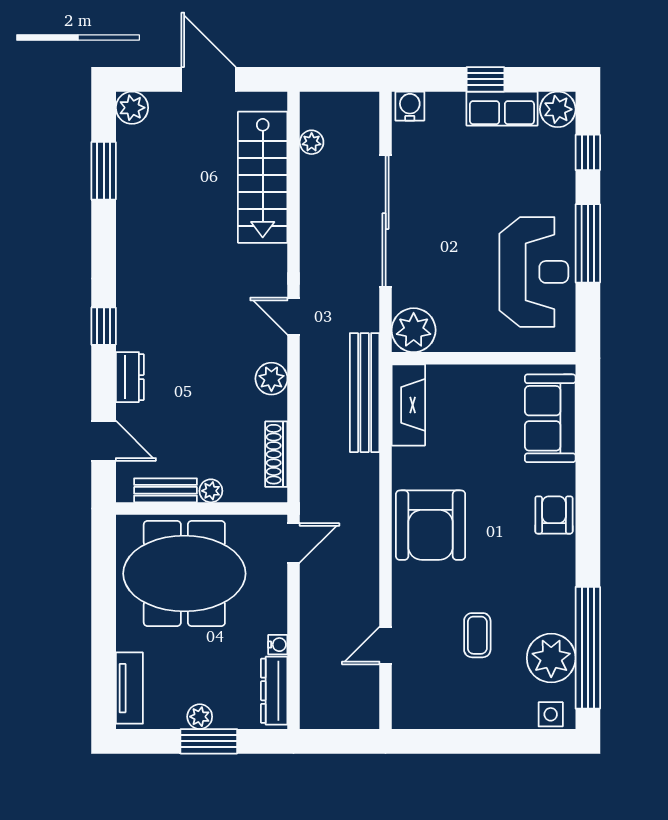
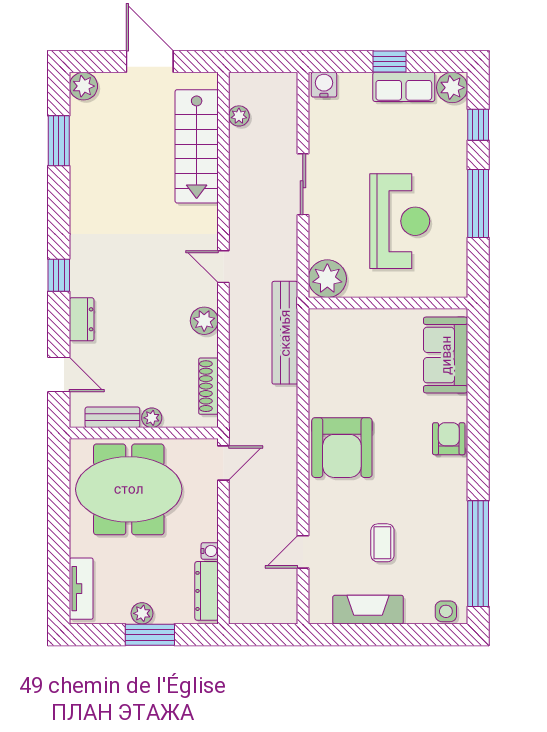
sliding door: (386, 221) -> (303, 184), width x0.54
reception desk: (534, 272) -> (400, 221), moved
fireplace: (408, 405) -> (368, 610), moved, turned -90
plant: (551, 658) -> (446, 563), removed

